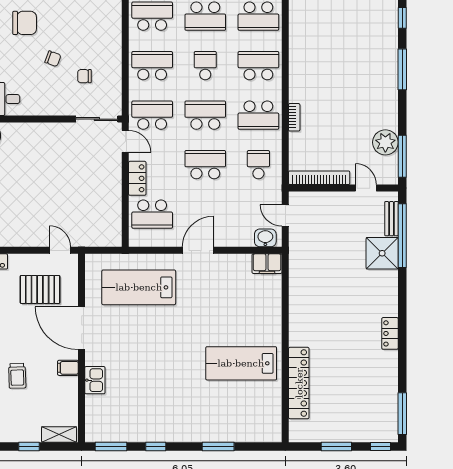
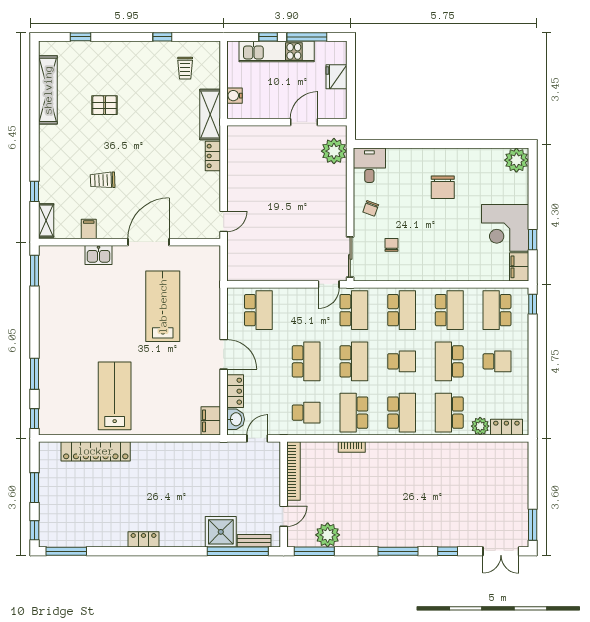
chair: (53, 59) -> (371, 208), moved
locker: (137, 178) -> (235, 391), moved, turned -90
school desk: (152, 214) -> (258, 310), turned 180
lab bench: (139, 287) -> (163, 306), moved
pallet: (40, 289) -> (186, 202), removed
filing cabinet: (68, 368) -> (89, 229), moved
window: (156, 447) -> (35, 419), moved

